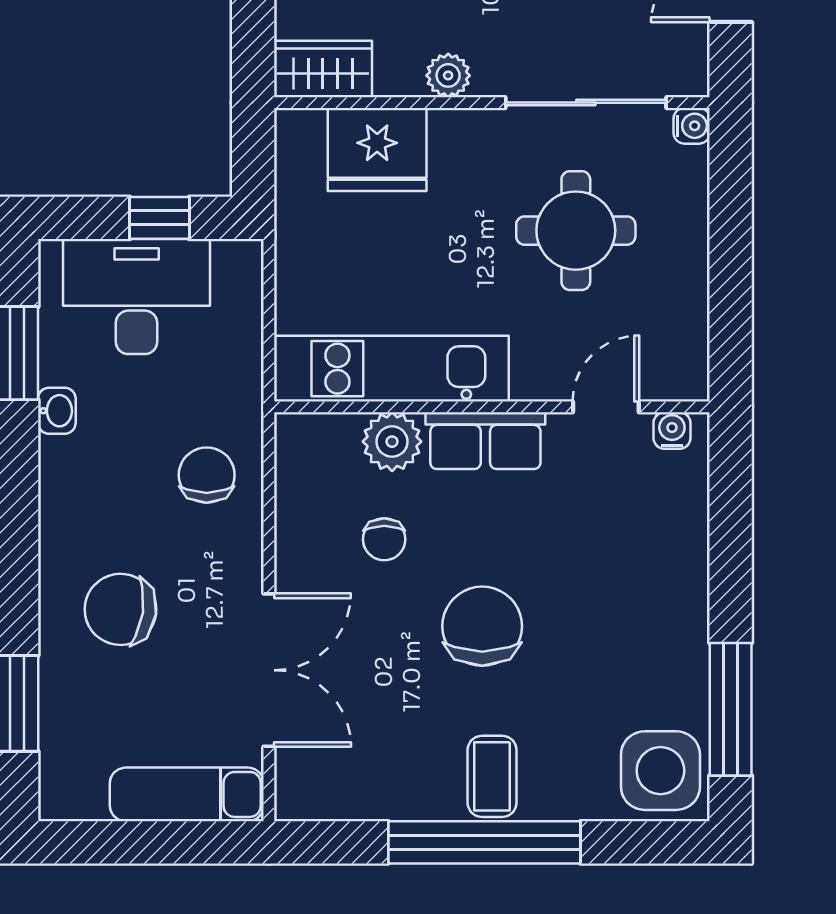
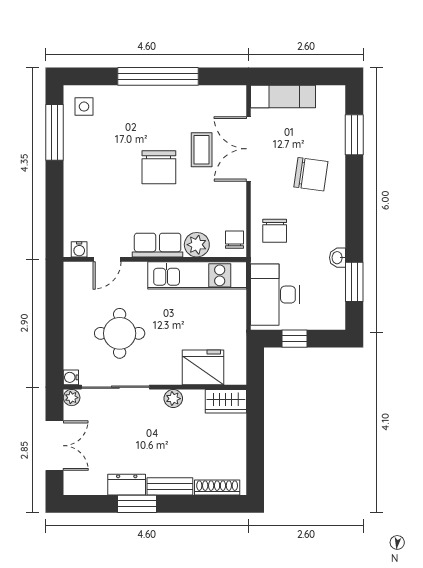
plant: (690, 78) -> (72, 398), added
desk: (137, 297) -> (275, 295), moved, turned 90
chair: (384, 539) -> (234, 240), moved
side table: (660, 771) -> (84, 107), width x0.54, depth x0.54
coffee table: (492, 776) -> (202, 150), moved

